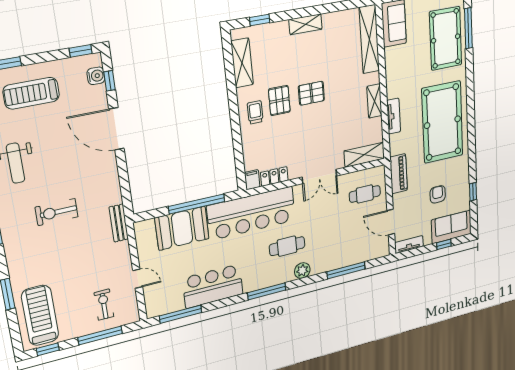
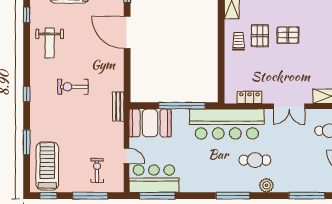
filing cabinet: (252, 180) -> (230, 96), removed
booth: (182, 228) -> (150, 123), moved
bar counter: (213, 286) -> (154, 179), moved

